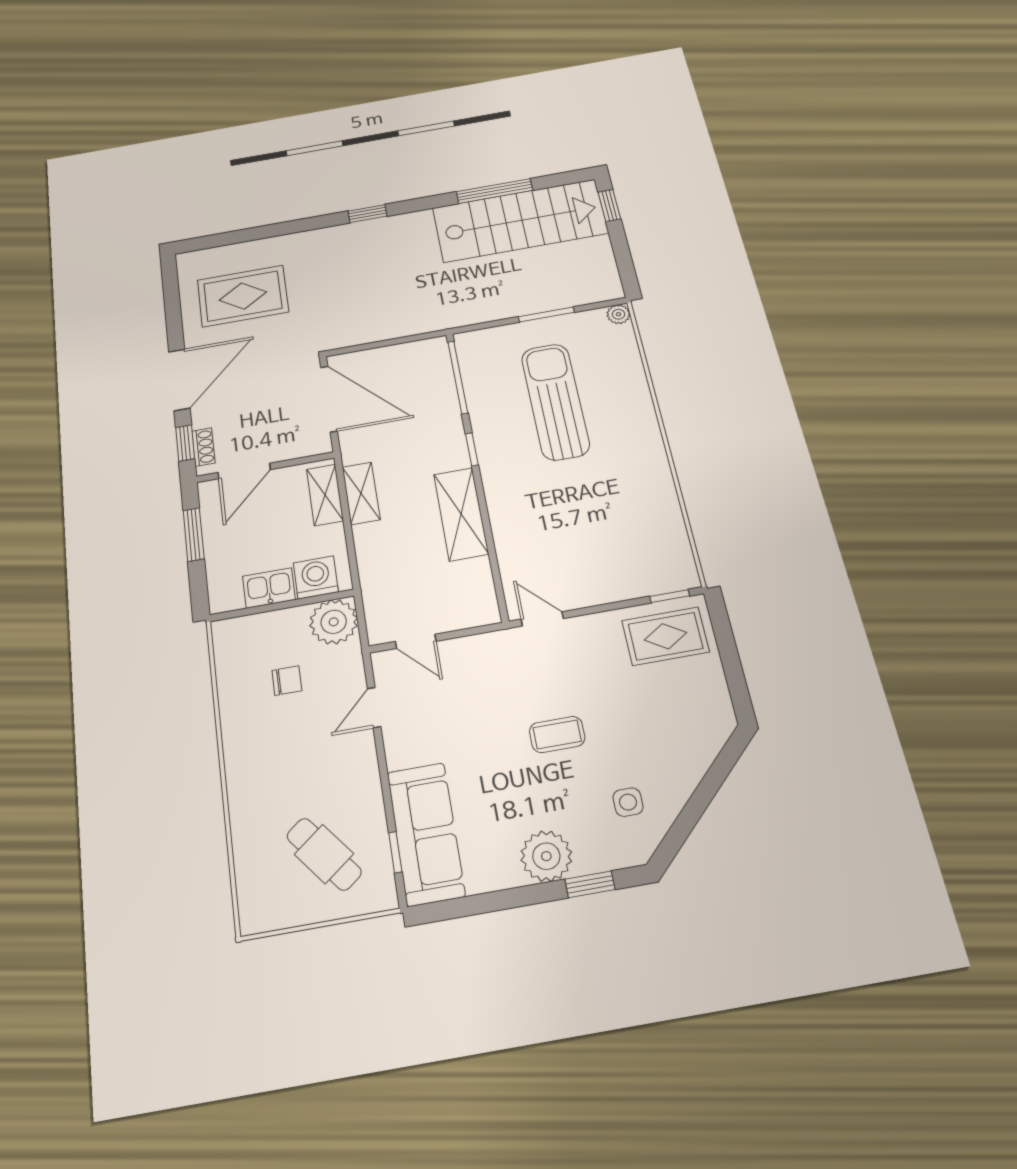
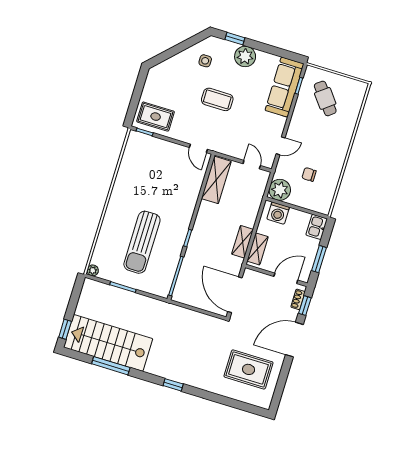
shelving: (461, 514) -> (216, 180), moved
kitchen sink: (269, 588) -> (317, 227), moved, turned 90
coffee table: (557, 734) -> (217, 99), width x1.36, depth x1.30

